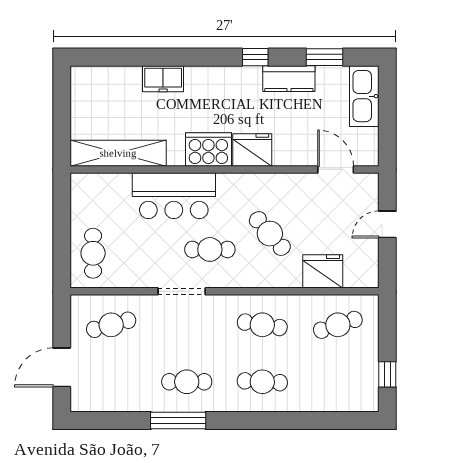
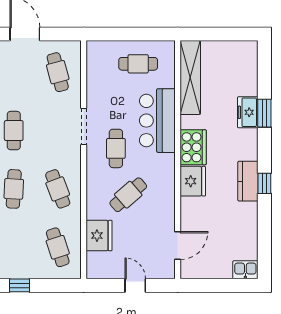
window: (325, 57) -> (264, 113), moved
kitchen counter: (289, 79) -> (248, 181), moved
kitchen sink: (364, 96) -> (245, 270), width x0.53, depth x0.81
cafe table: (93, 253) -> (138, 64), moved
cafe table: (262, 325) -> (58, 189), turned -30

